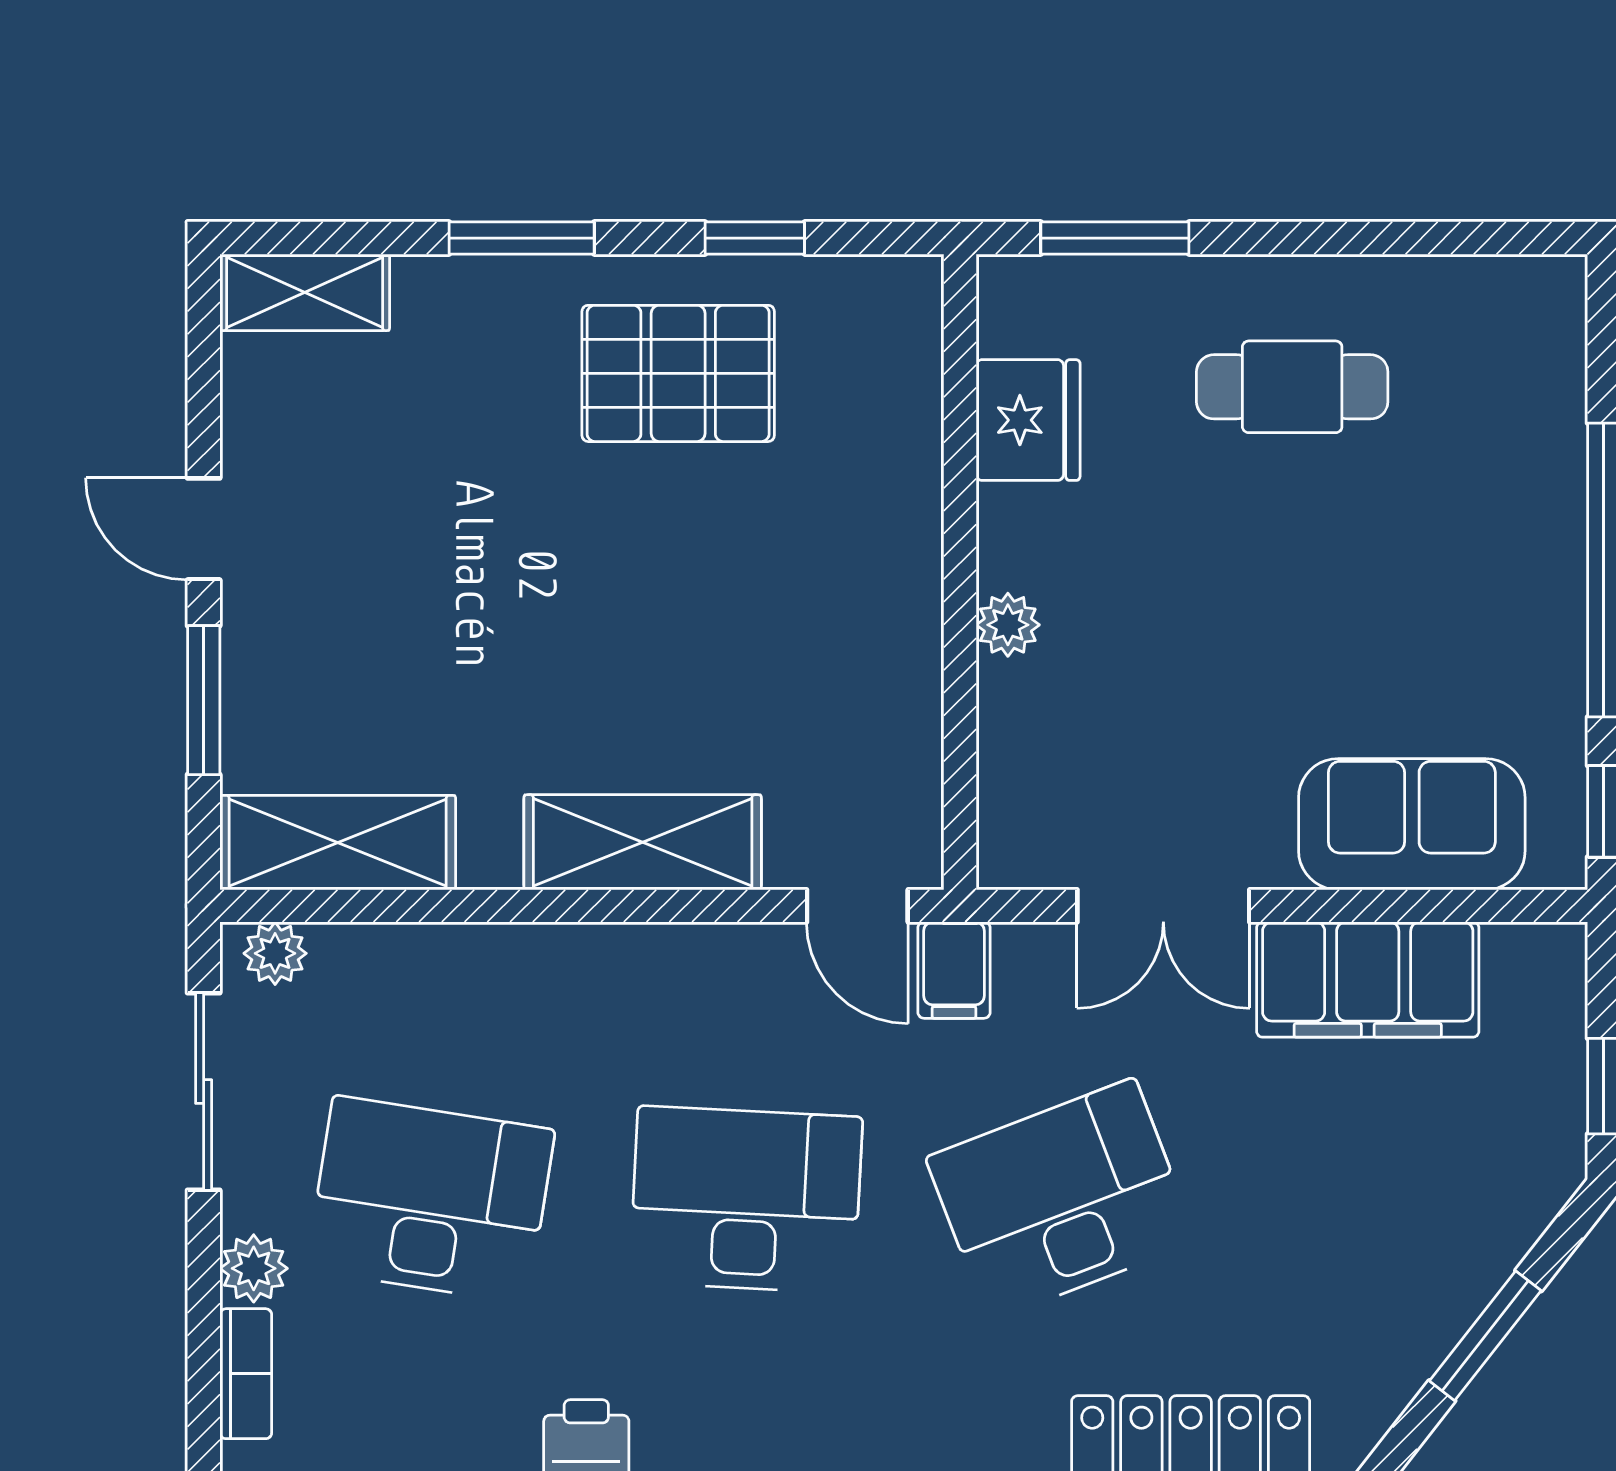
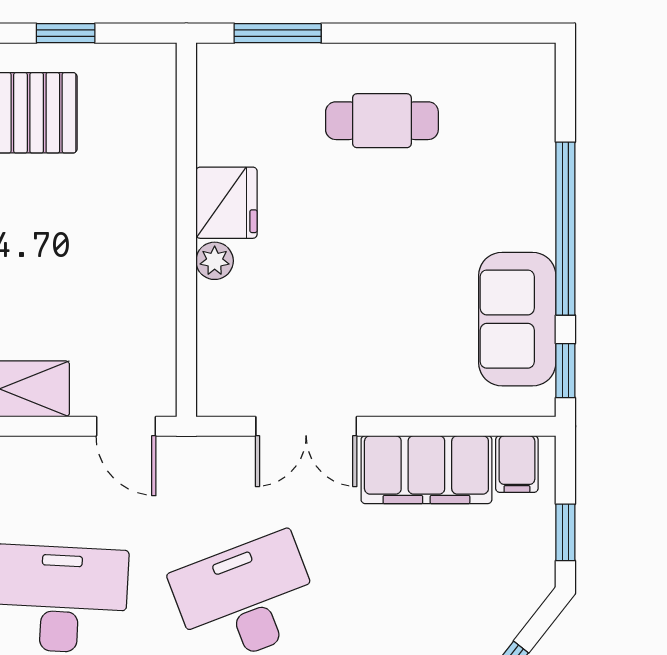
fridge: (1028, 420) -> (227, 203), moved
sofa: (1412, 824) -> (517, 319), moved, turned -90
filing cabinet: (954, 970) -> (517, 464), moved

